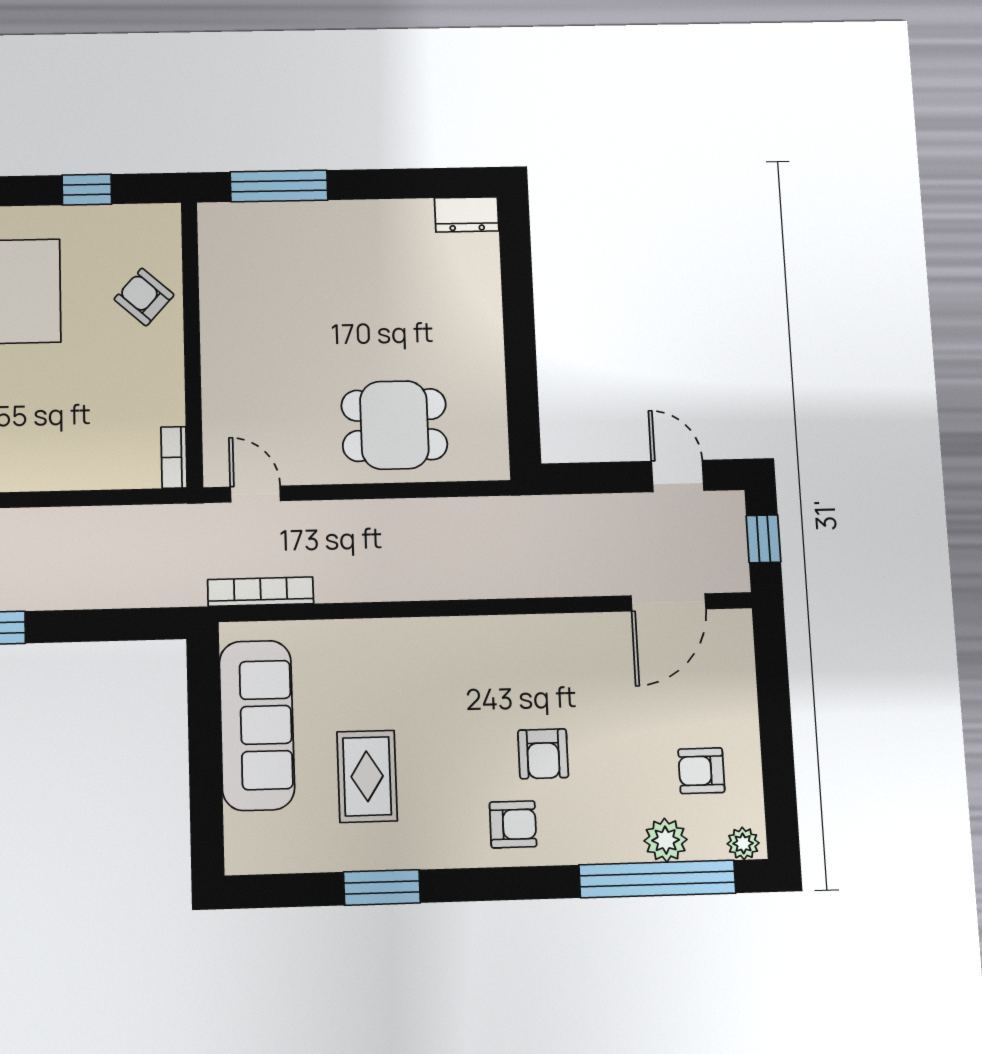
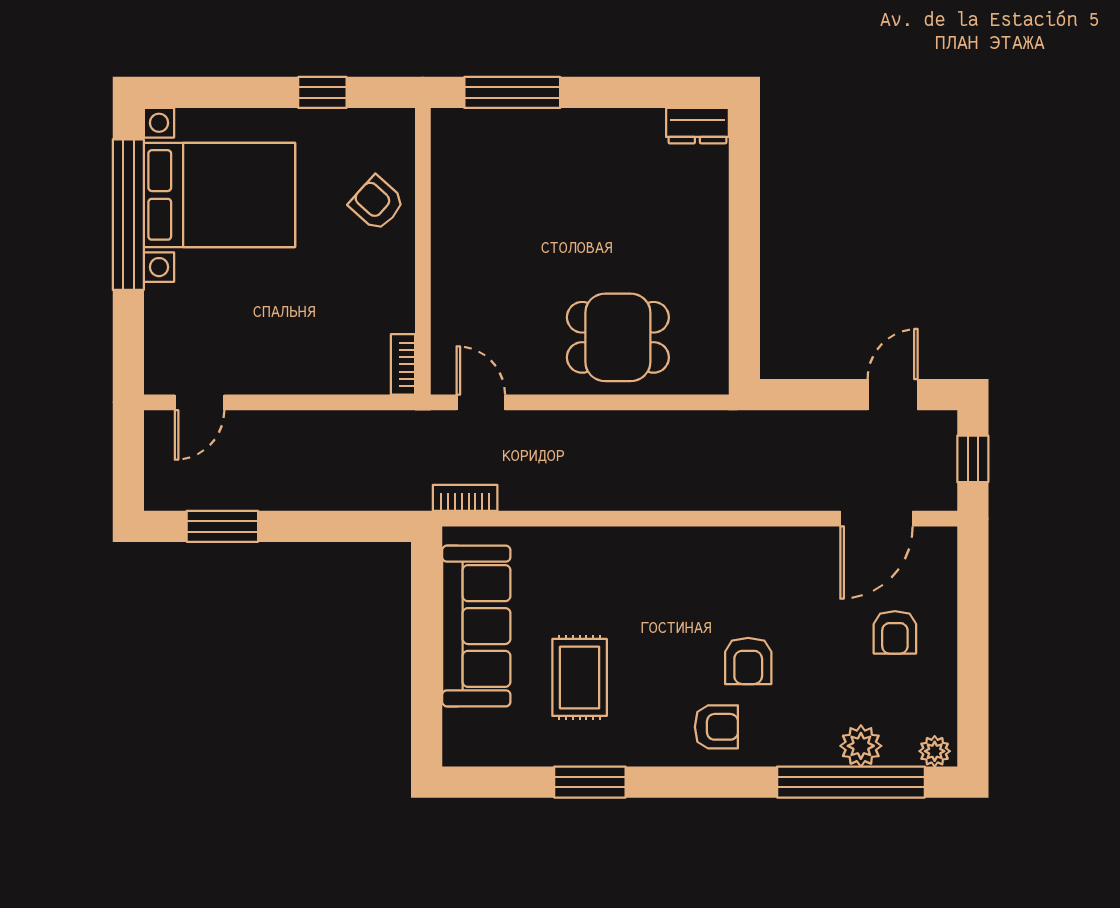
door: (678, 476) -> (893, 395), hinge flipped
bookcase: (261, 592) -> (465, 498), width x0.64
armchair: (701, 771) -> (895, 632), moved, turned -90

